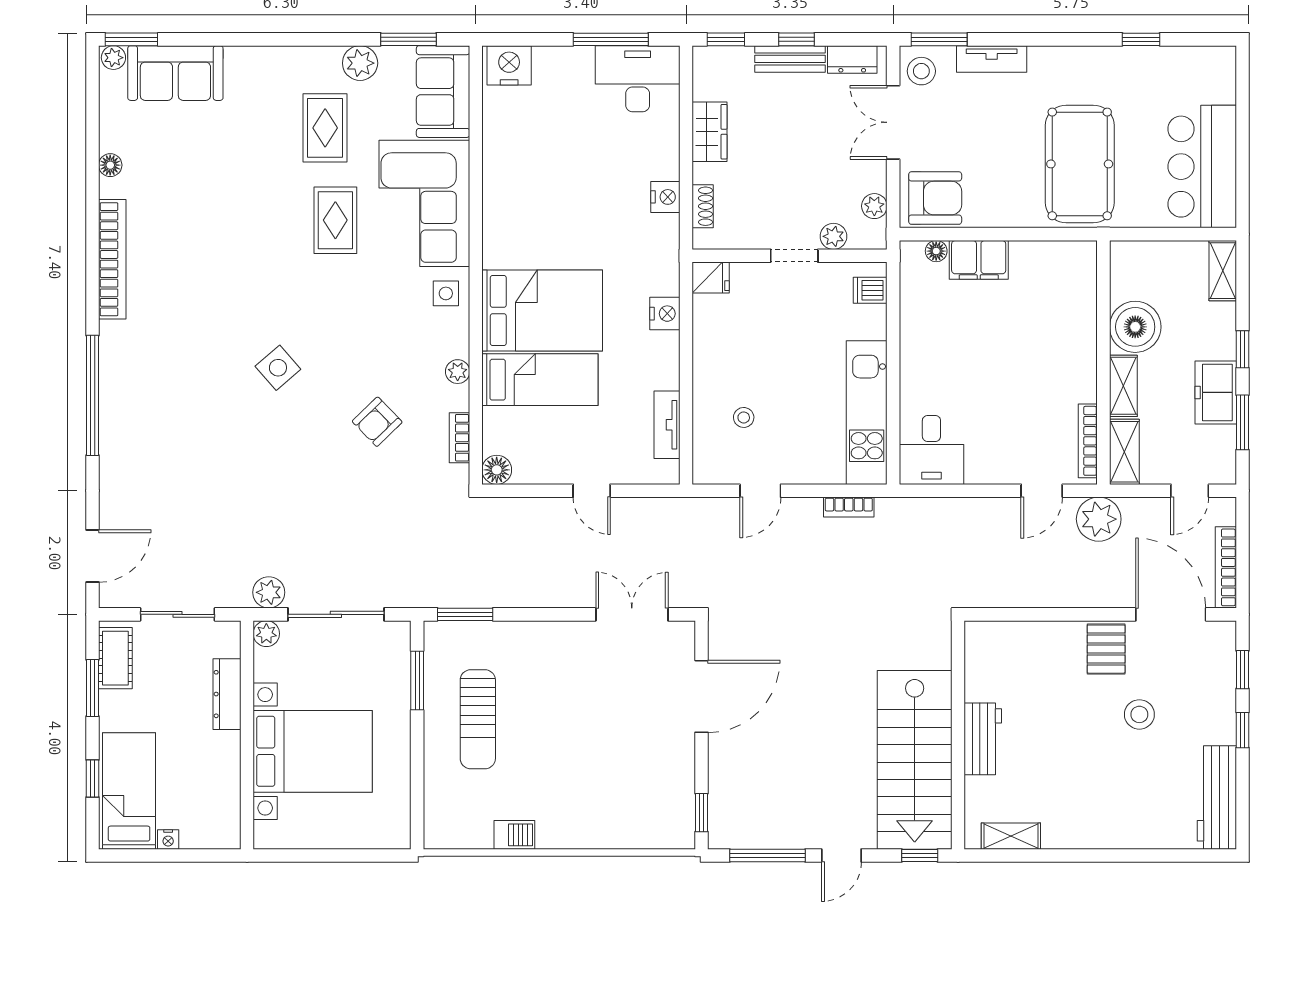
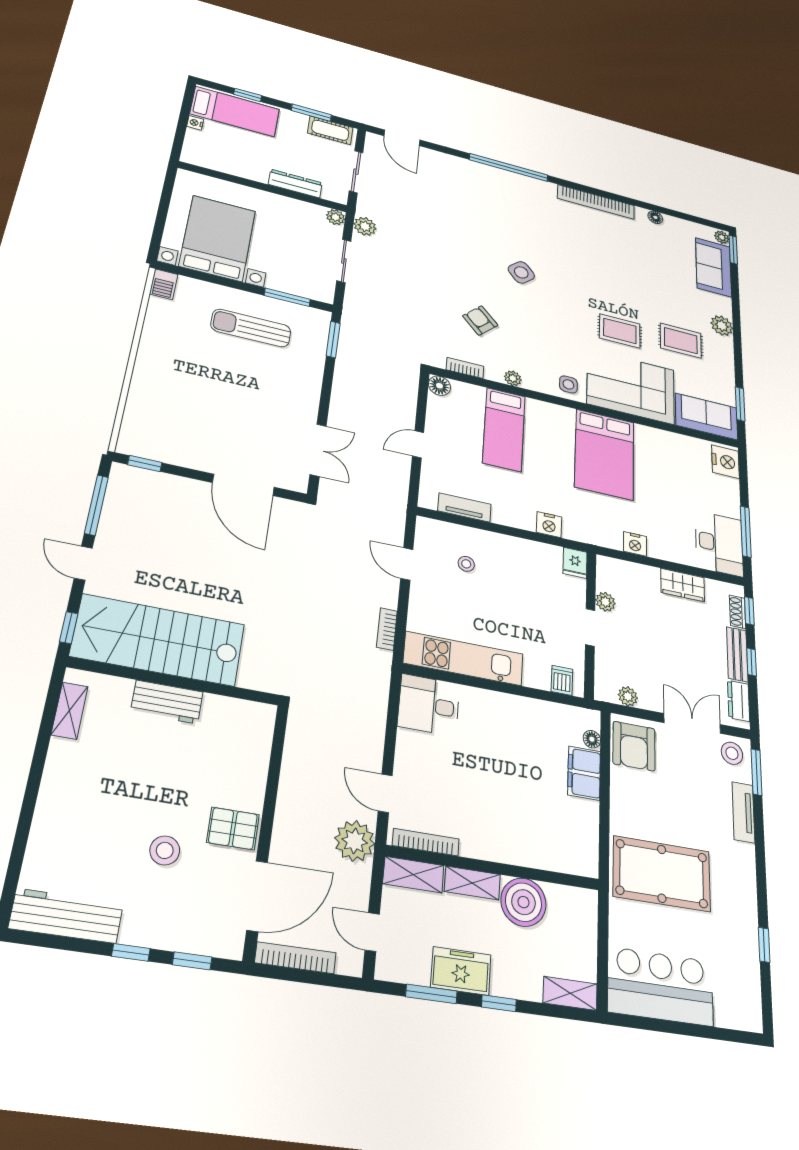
plant: (360, 63) -> (722, 326), moved
shoe rack: (703, 206) -> (738, 612), moved, turned 90
plant: (833, 236) -> (605, 602), moved
bed: (542, 311) -> (604, 454), moved
sliding door: (336, 614) -> (344, 261), width x0.73
bed with nightstands: (313, 751) -> (218, 238), moved, turned 180
barbecue: (514, 835) -> (164, 284), moved

